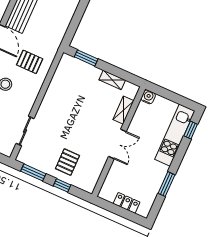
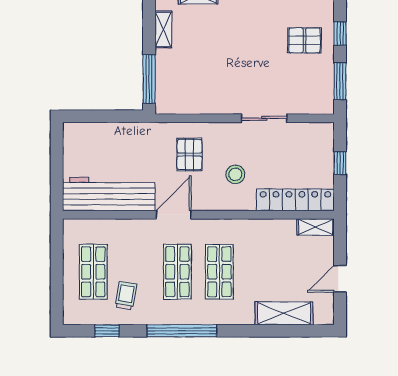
window: (86, 58) -> (149, 79), width x1.44
sliding door: (25, 131) -> (264, 118), moved

